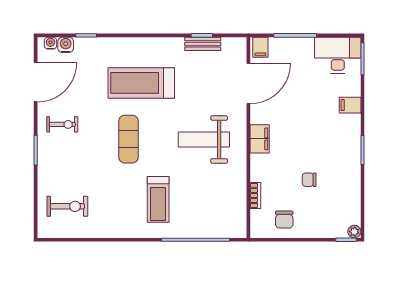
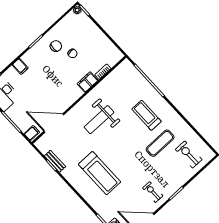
exercise mat: (129, 139) -> (160, 143), moved
weight bench: (204, 139) -> (99, 120), turned 90
filing cabinet: (260, 139) -> (88, 82), moved
treadmill: (158, 199) -> (147, 115), turned -90
chair: (284, 220) -> (56, 46), moved

